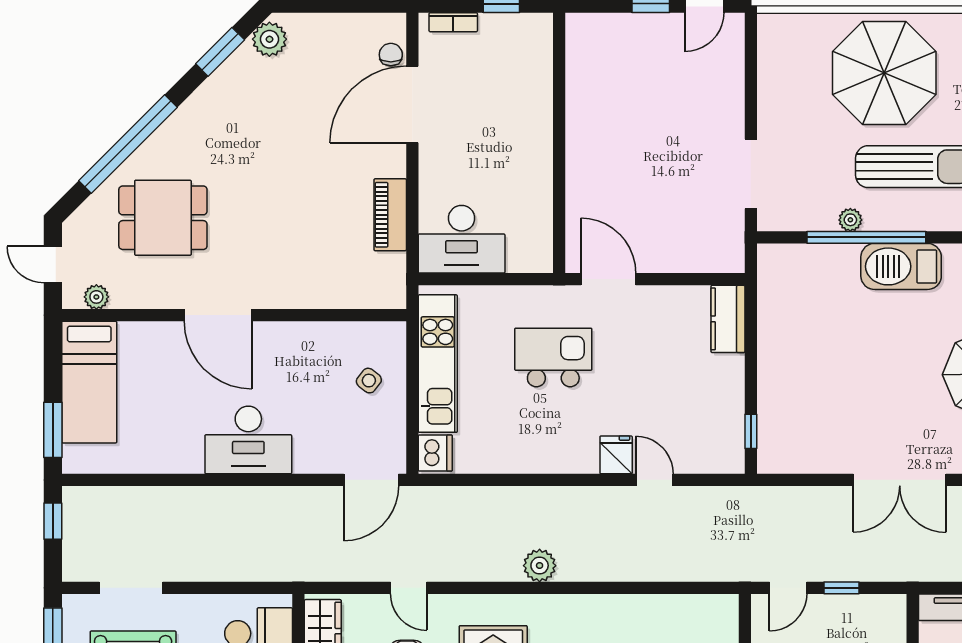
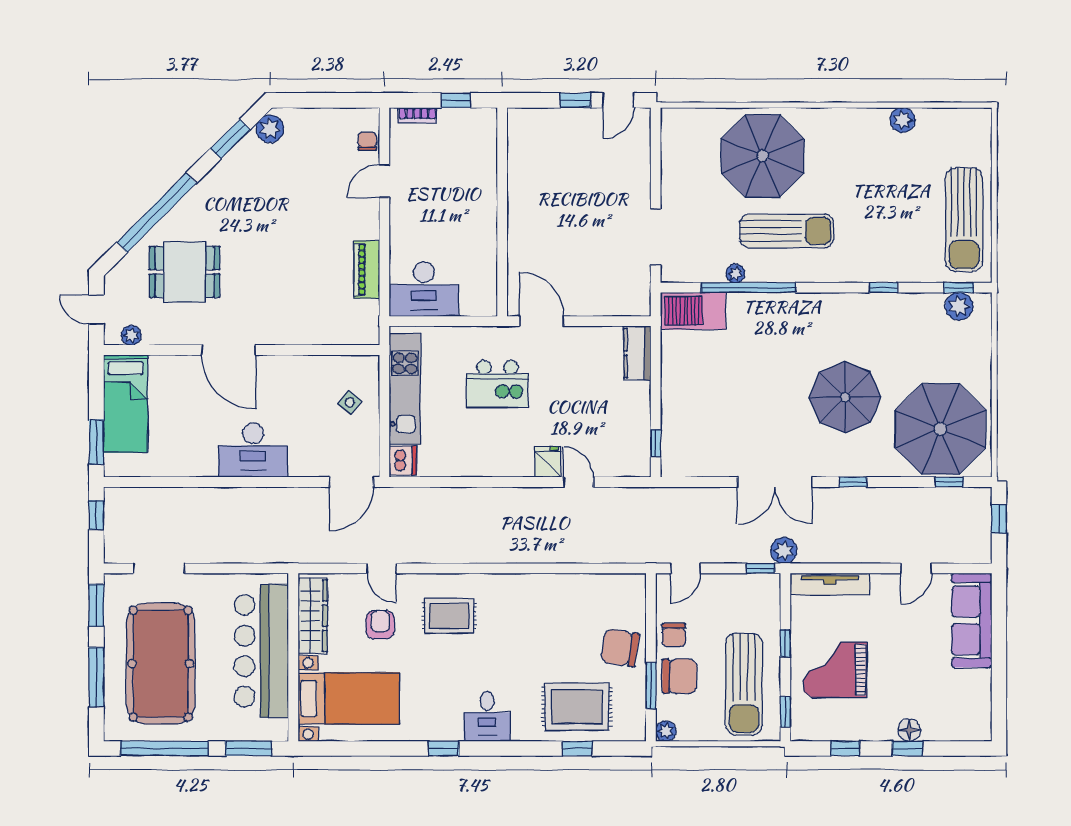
door: (412, 105) -> (384, 181), width x0.53
barbecue: (901, 266) -> (693, 311), moved
kitchen island: (553, 357) -> (497, 384), turned 180
plant: (540, 566) -> (784, 551), moved
window: (842, 588) -> (761, 568), moved

